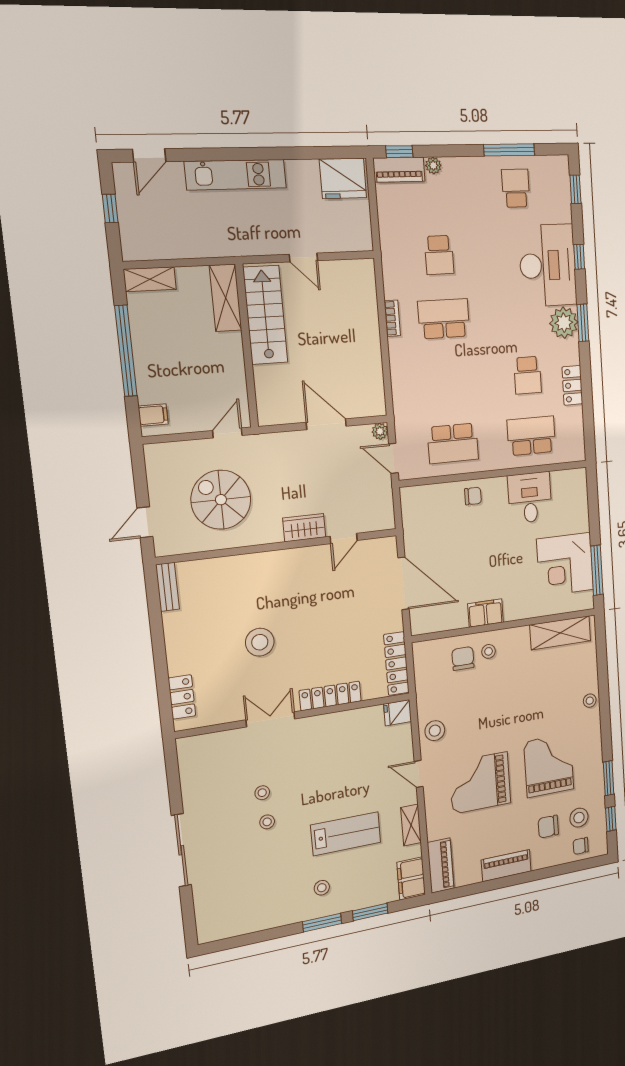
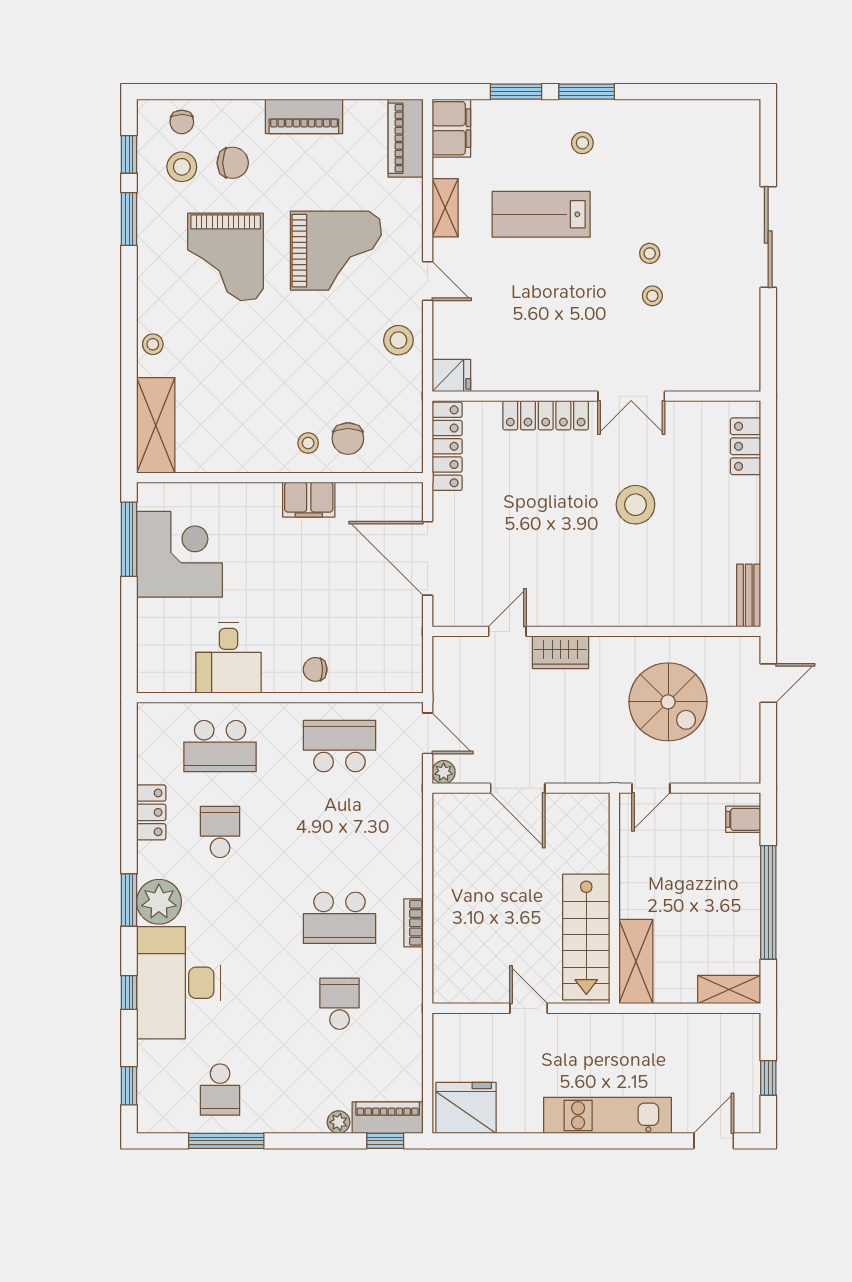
shelving: (560, 633) -> (156, 425), moved, turned 90
chair: (581, 846) -> (182, 122), turned 90

